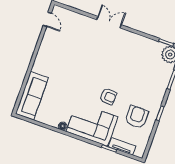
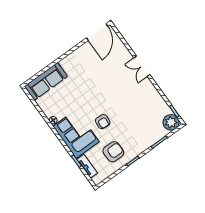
door: (47, 19) -> (97, 32), width x1.88
double door: (109, 22) -> (142, 66), swing flipped

